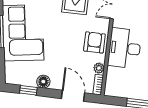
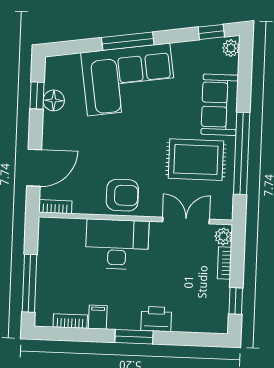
plant: (99, 68) -> (82, 206), removed
floor lamp: (43, 82) -> (54, 100), moved

